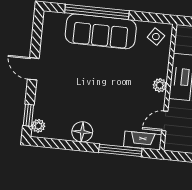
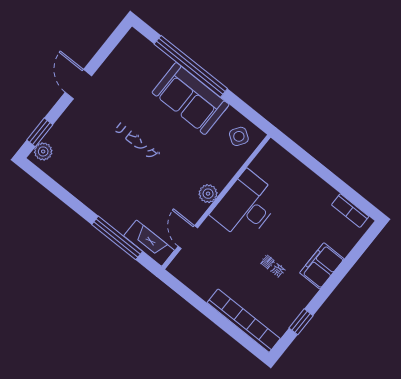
sofa: (101, 31) -> (191, 99), width x0.73
door: (165, 121) -> (188, 237), hinge flipped
floor lamp: (82, 132) -> (88, 190), removed

